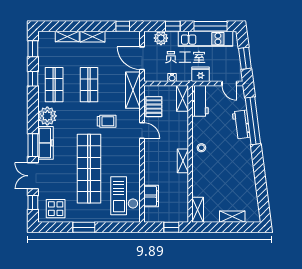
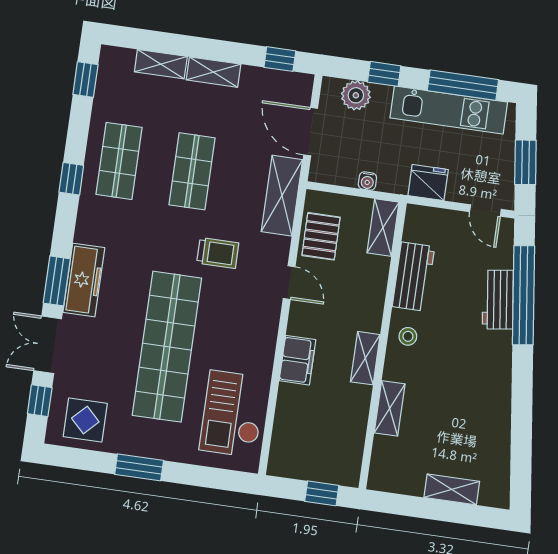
window: (33, 79) -> (71, 179), moved
workbench: (200, 101) -> (413, 277), moved
plant: (47, 116) -> (95, 224), removed
filing cabinet: (151, 196) -> (297, 360), moved
shelving: (198, 210) -> (390, 408), moved

